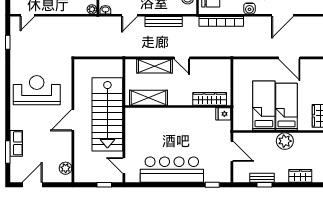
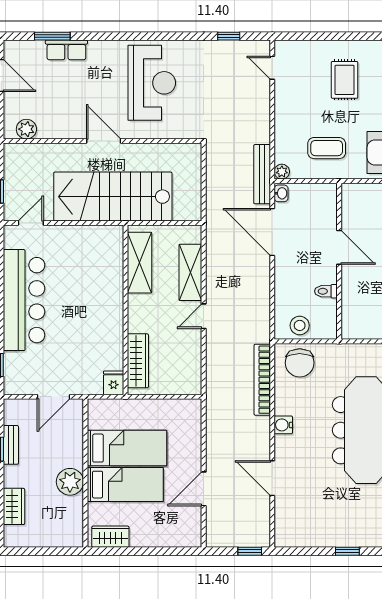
door: (129, 15) -> (272, 232), width x1.87
bench: (164, 22) -> (262, 174), moved

